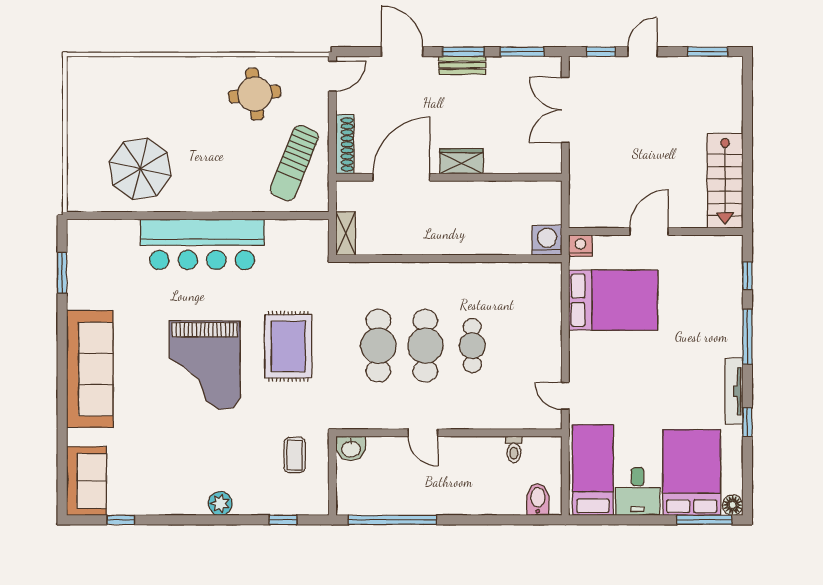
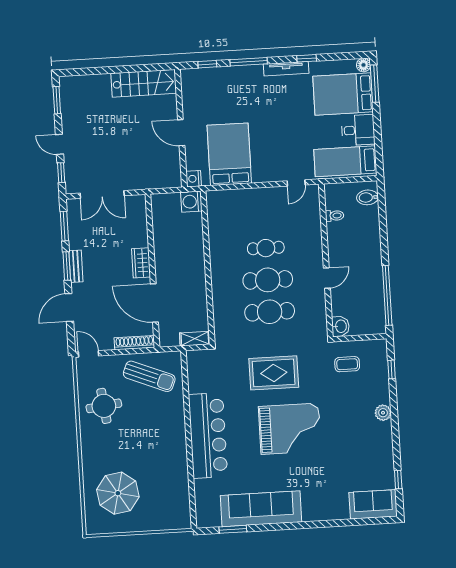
parasol: (140, 169) -> (118, 493), moved
sofa: (90, 369) -> (261, 509), moved

